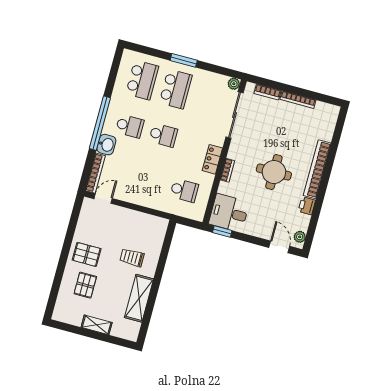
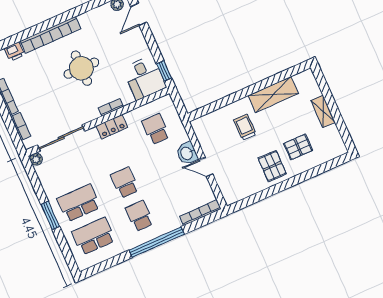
washbasin: (106, 145) -> (187, 153), moved, turned -90
door: (103, 199) -> (206, 167), moved
printer: (307, 206) -> (14, 51), moved
trolley: (132, 258) -> (245, 127), turned 180

